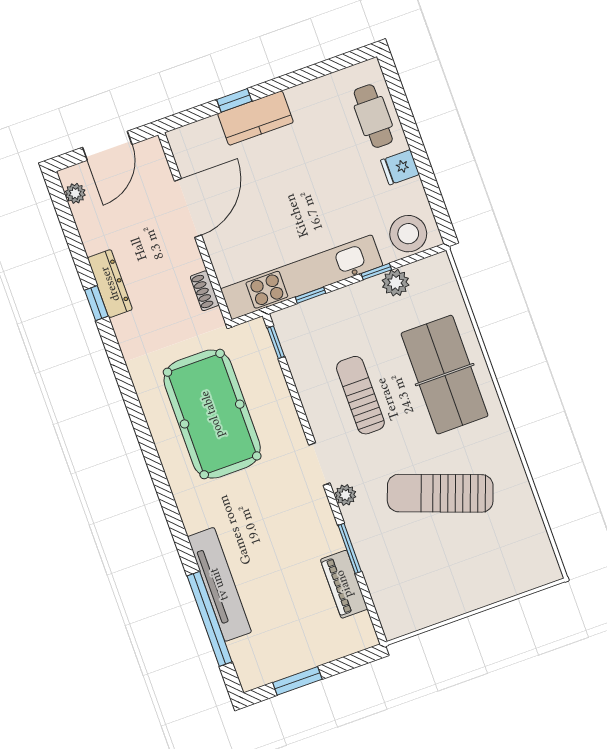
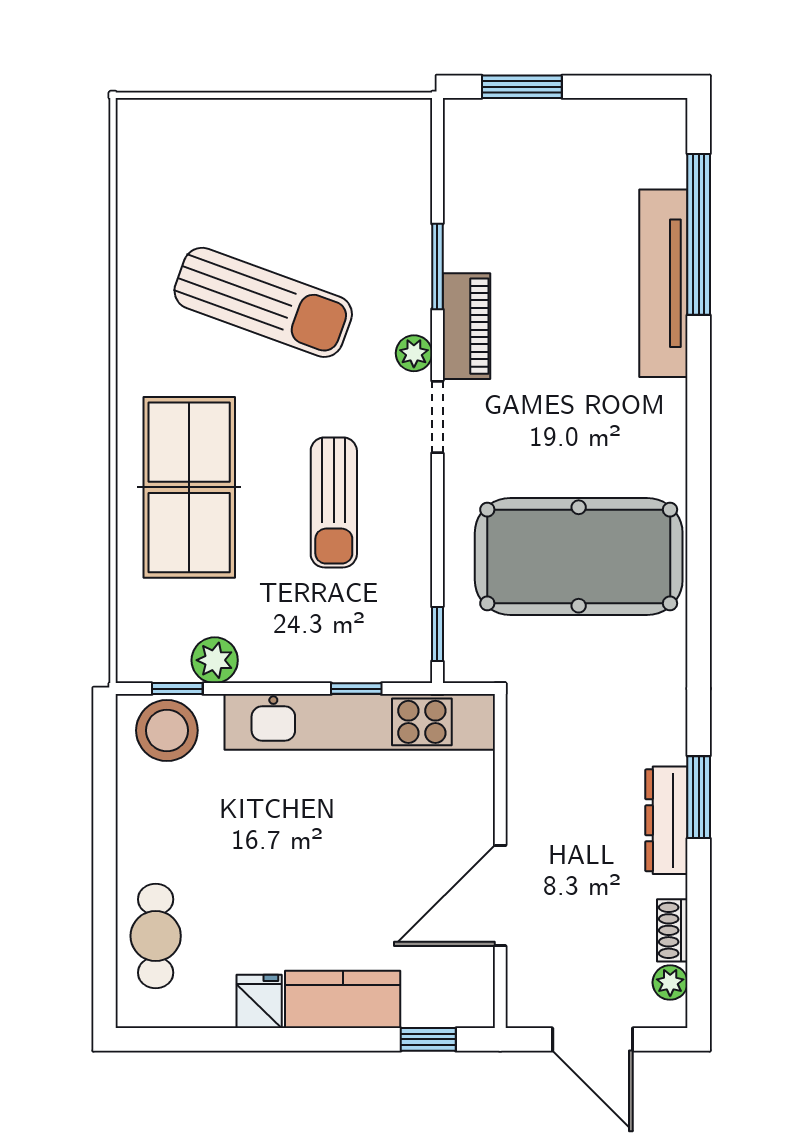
window: (234, 100) -> (428, 1039), moved
door: (107, 146) -> (593, 1039), swing flipped
fridge: (400, 167) -> (259, 1001), moved, turned -90
window: (376, 272) -> (177, 689), moved
shoe rack: (205, 291) -> (672, 930), moved, turned 180
window: (96, 303) -> (699, 797), width x1.50
pool table: (212, 414) -> (579, 556), turned 90
piano: (344, 584) -> (467, 326), moved
window: (297, 681) -> (522, 87), moved

